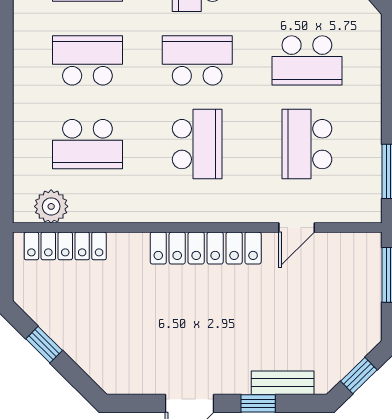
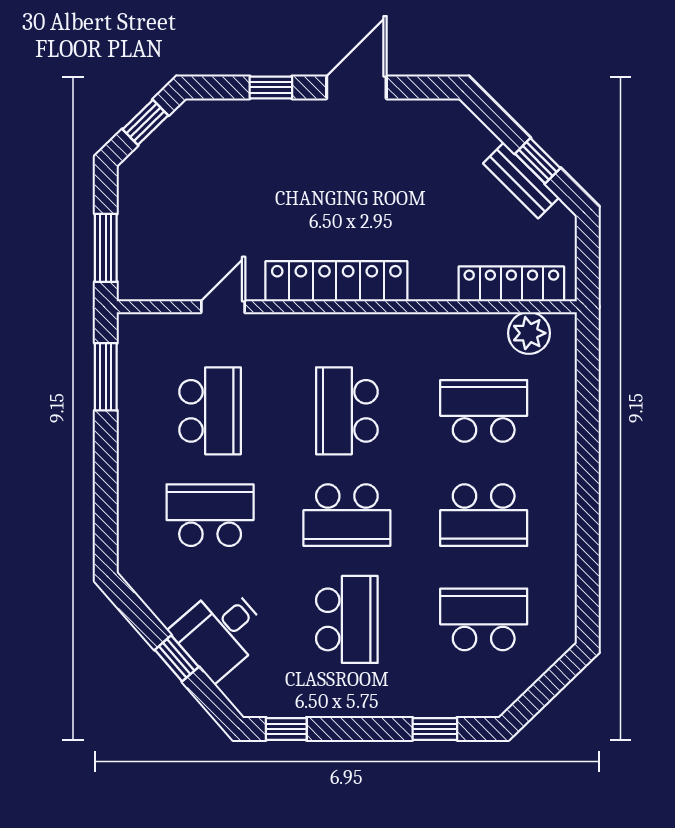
bench: (283, 383) -> (521, 180), moved, turned 45

